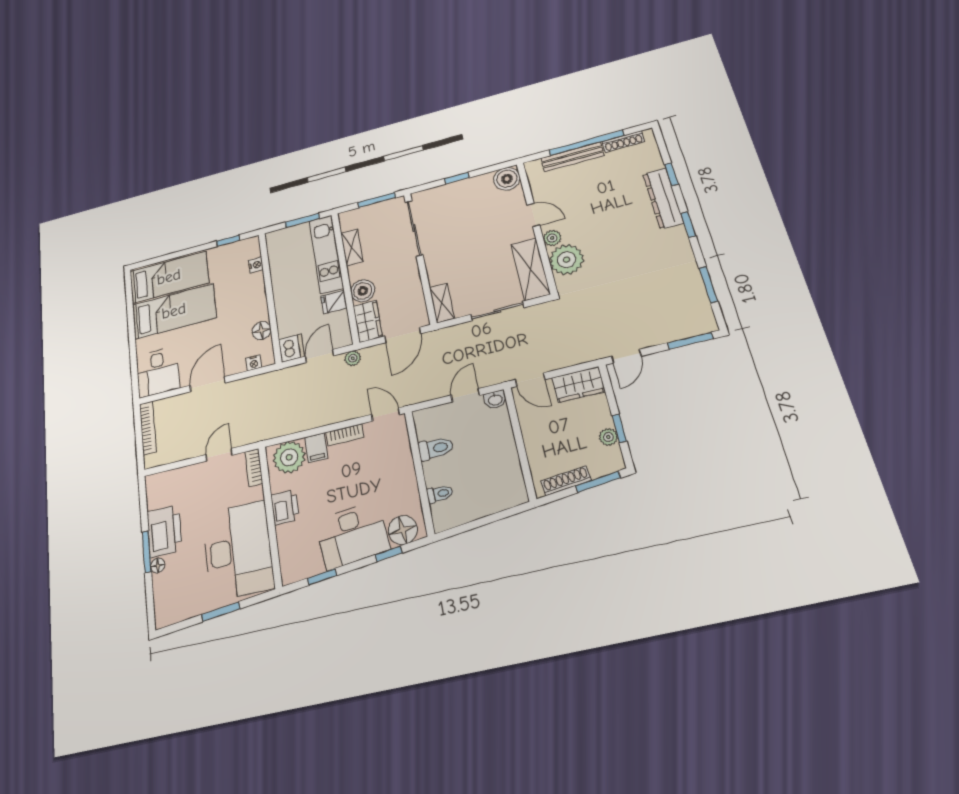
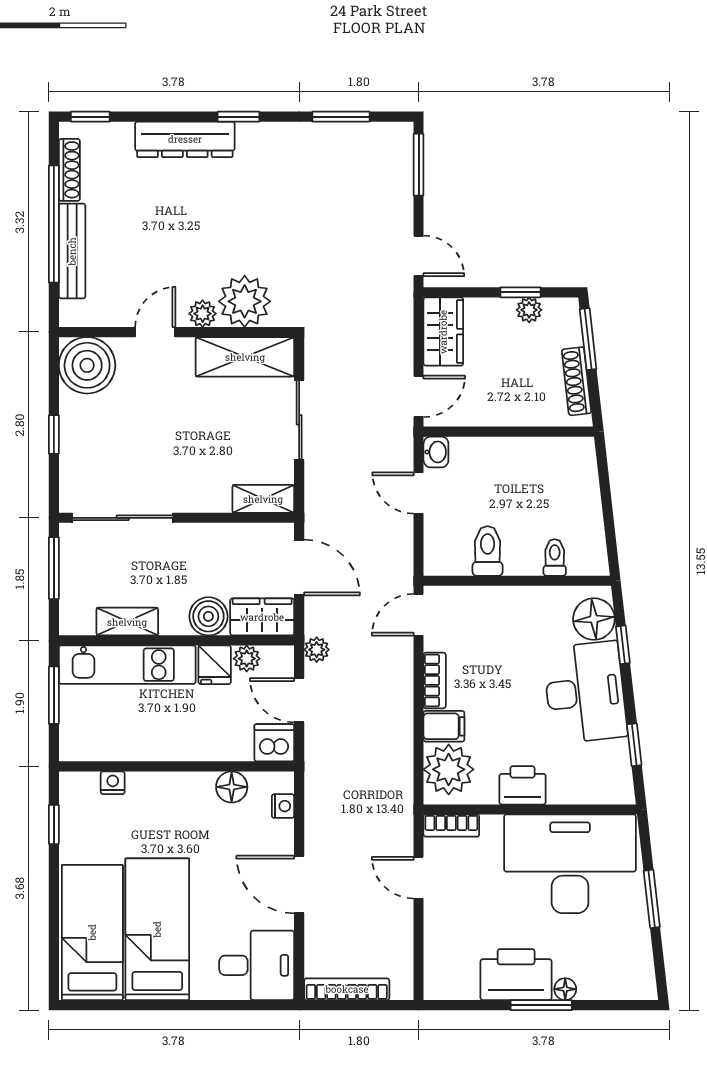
window: (671, 174) -> (90, 117), moved
boiler: (507, 179) -> (87, 365), width x1.37, depth x1.37
plant: (341, 319) -> (247, 659), added

